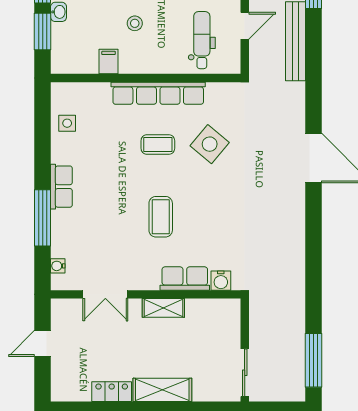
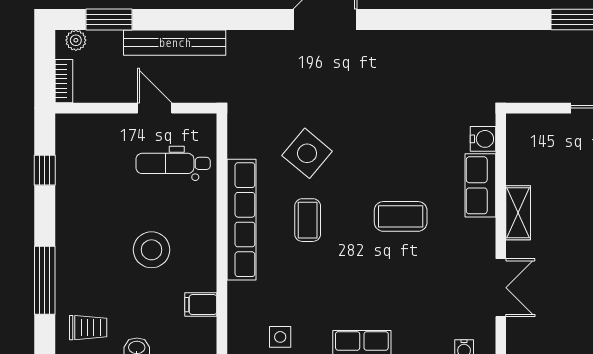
stool: (135, 23) -> (151, 250), width x1.89, depth x1.89
filing cabinet: (109, 62) -> (201, 305), moved

